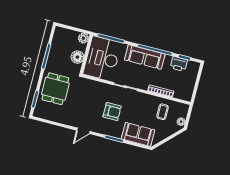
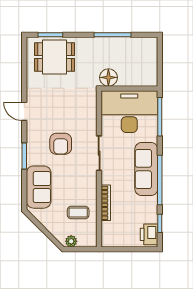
plant: (83, 38) -> (150, 79), removed
floor lamp: (77, 57) -> (108, 77), moved
printer: (179, 64) -> (149, 234), moved
dining table: (55, 89) -> (55, 57), moved

